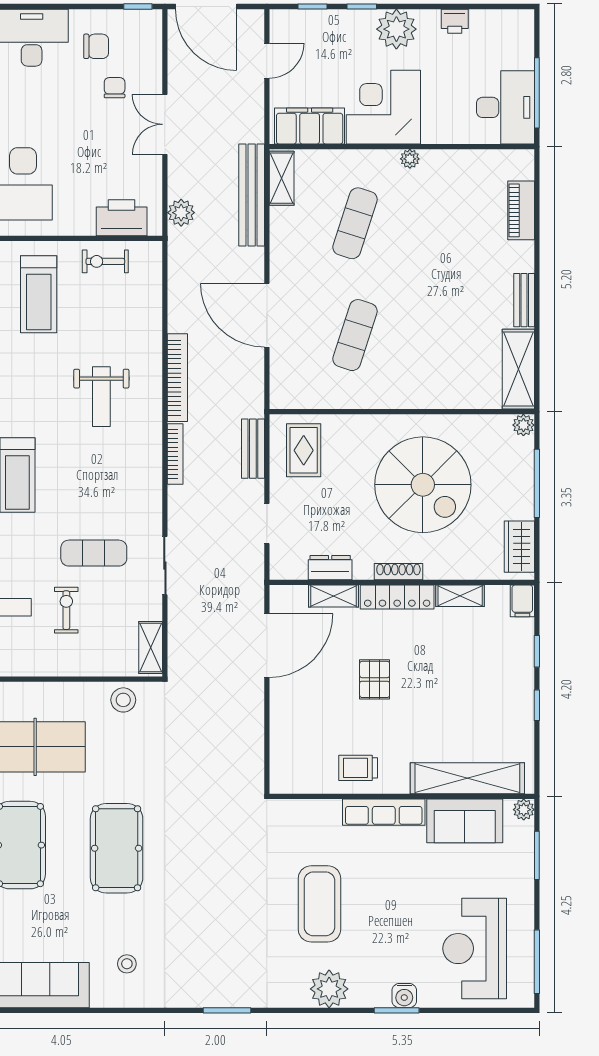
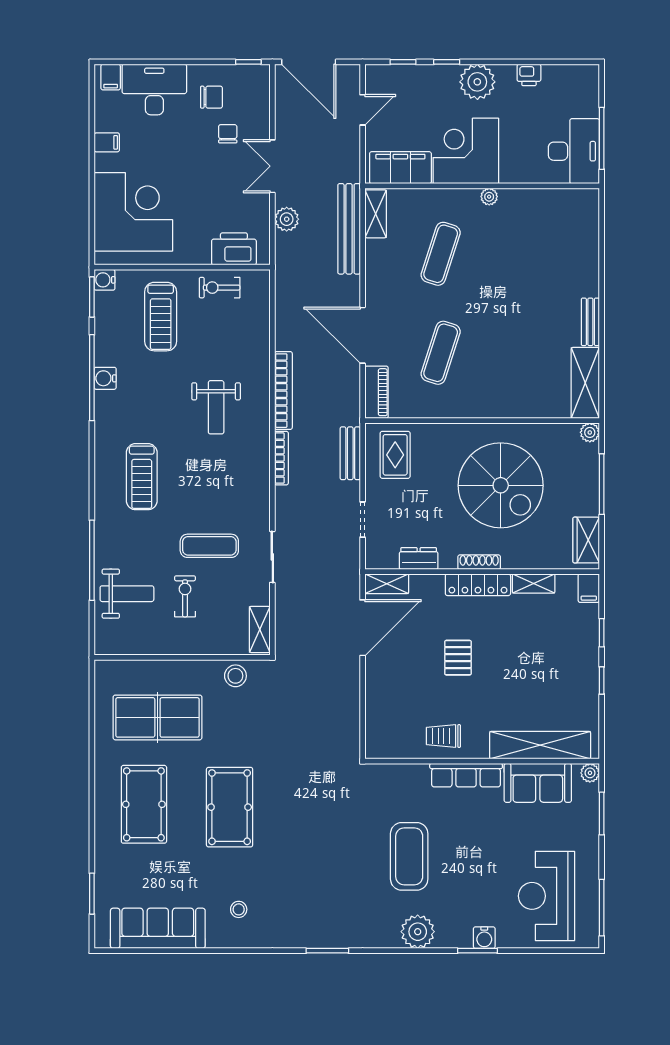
piano: (521, 210) -> (376, 392), moved, turned 180
plant: (181, 213) -> (287, 219), moved
shelving: (334, 596) -> (387, 584), moved

